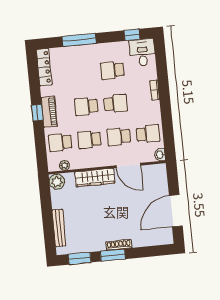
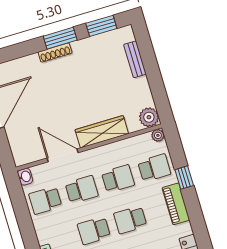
school desk: (86, 106) -> (130, 220), turned 180
window: (37, 113) -> (184, 178), moved
plant: (65, 165) -> (158, 135), moved
bench: (59, 228) -> (135, 59), width x0.73

